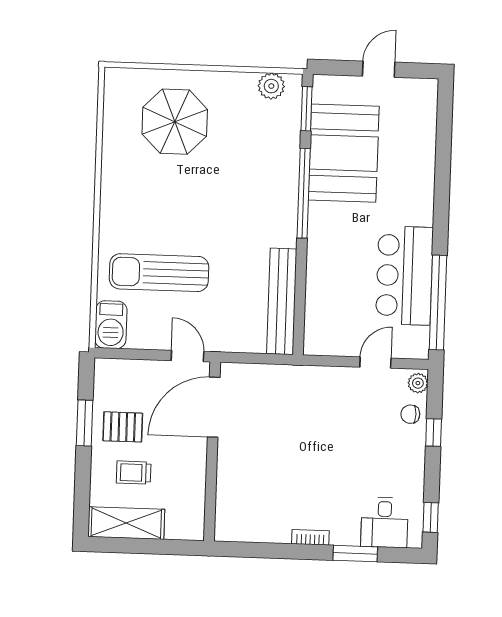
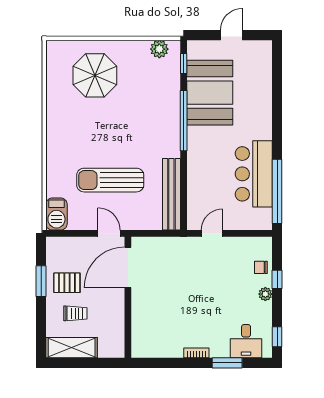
window: (307, 109) -> (184, 63), width x0.67
sun lounger: (159, 273) -> (110, 180), moved
door: (375, 363) -> (212, 233), moved
plant: (418, 383) -> (265, 294), moved
trolley: (134, 472) -> (75, 313), turned 180

